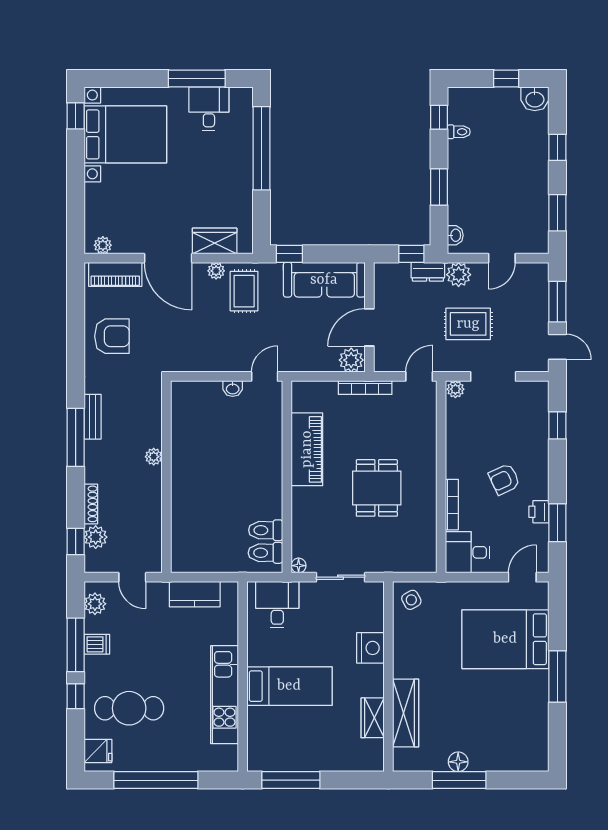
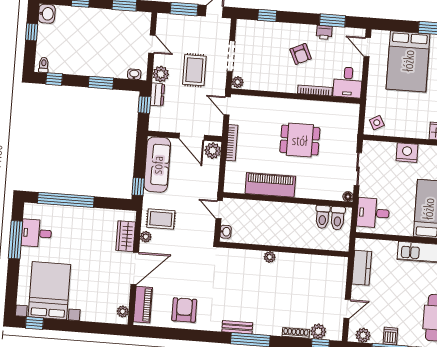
toilet: (459, 132) -> (44, 65), moved
plant: (154, 457) -> (270, 257), moved
wall: (166, 477) -> (284, 249), moved

